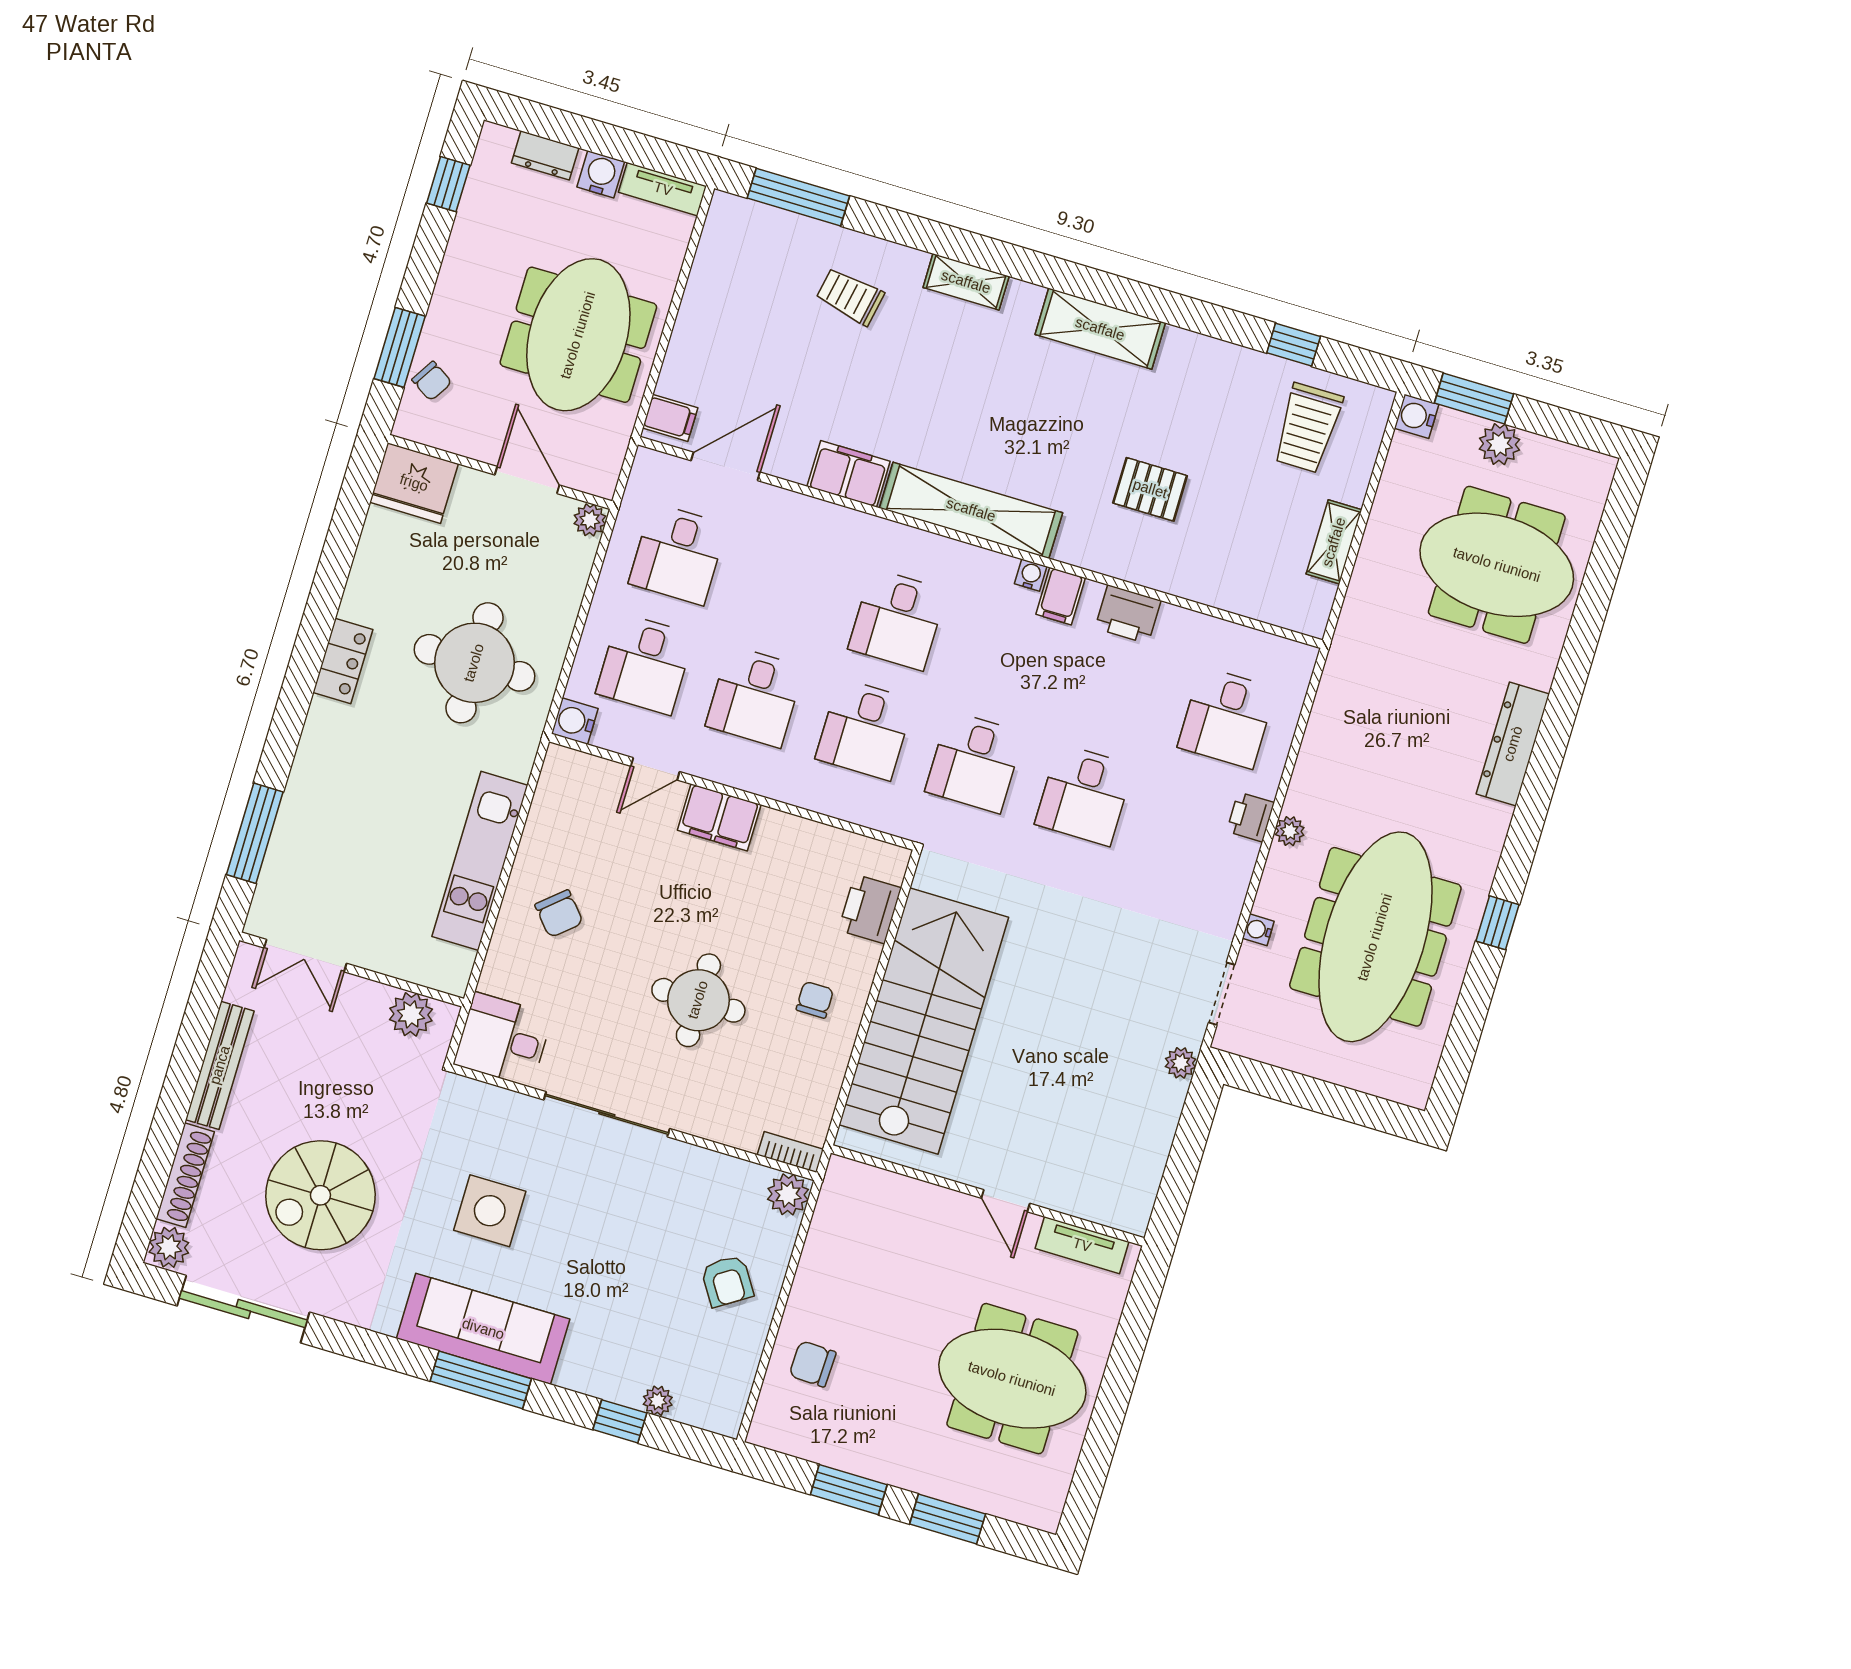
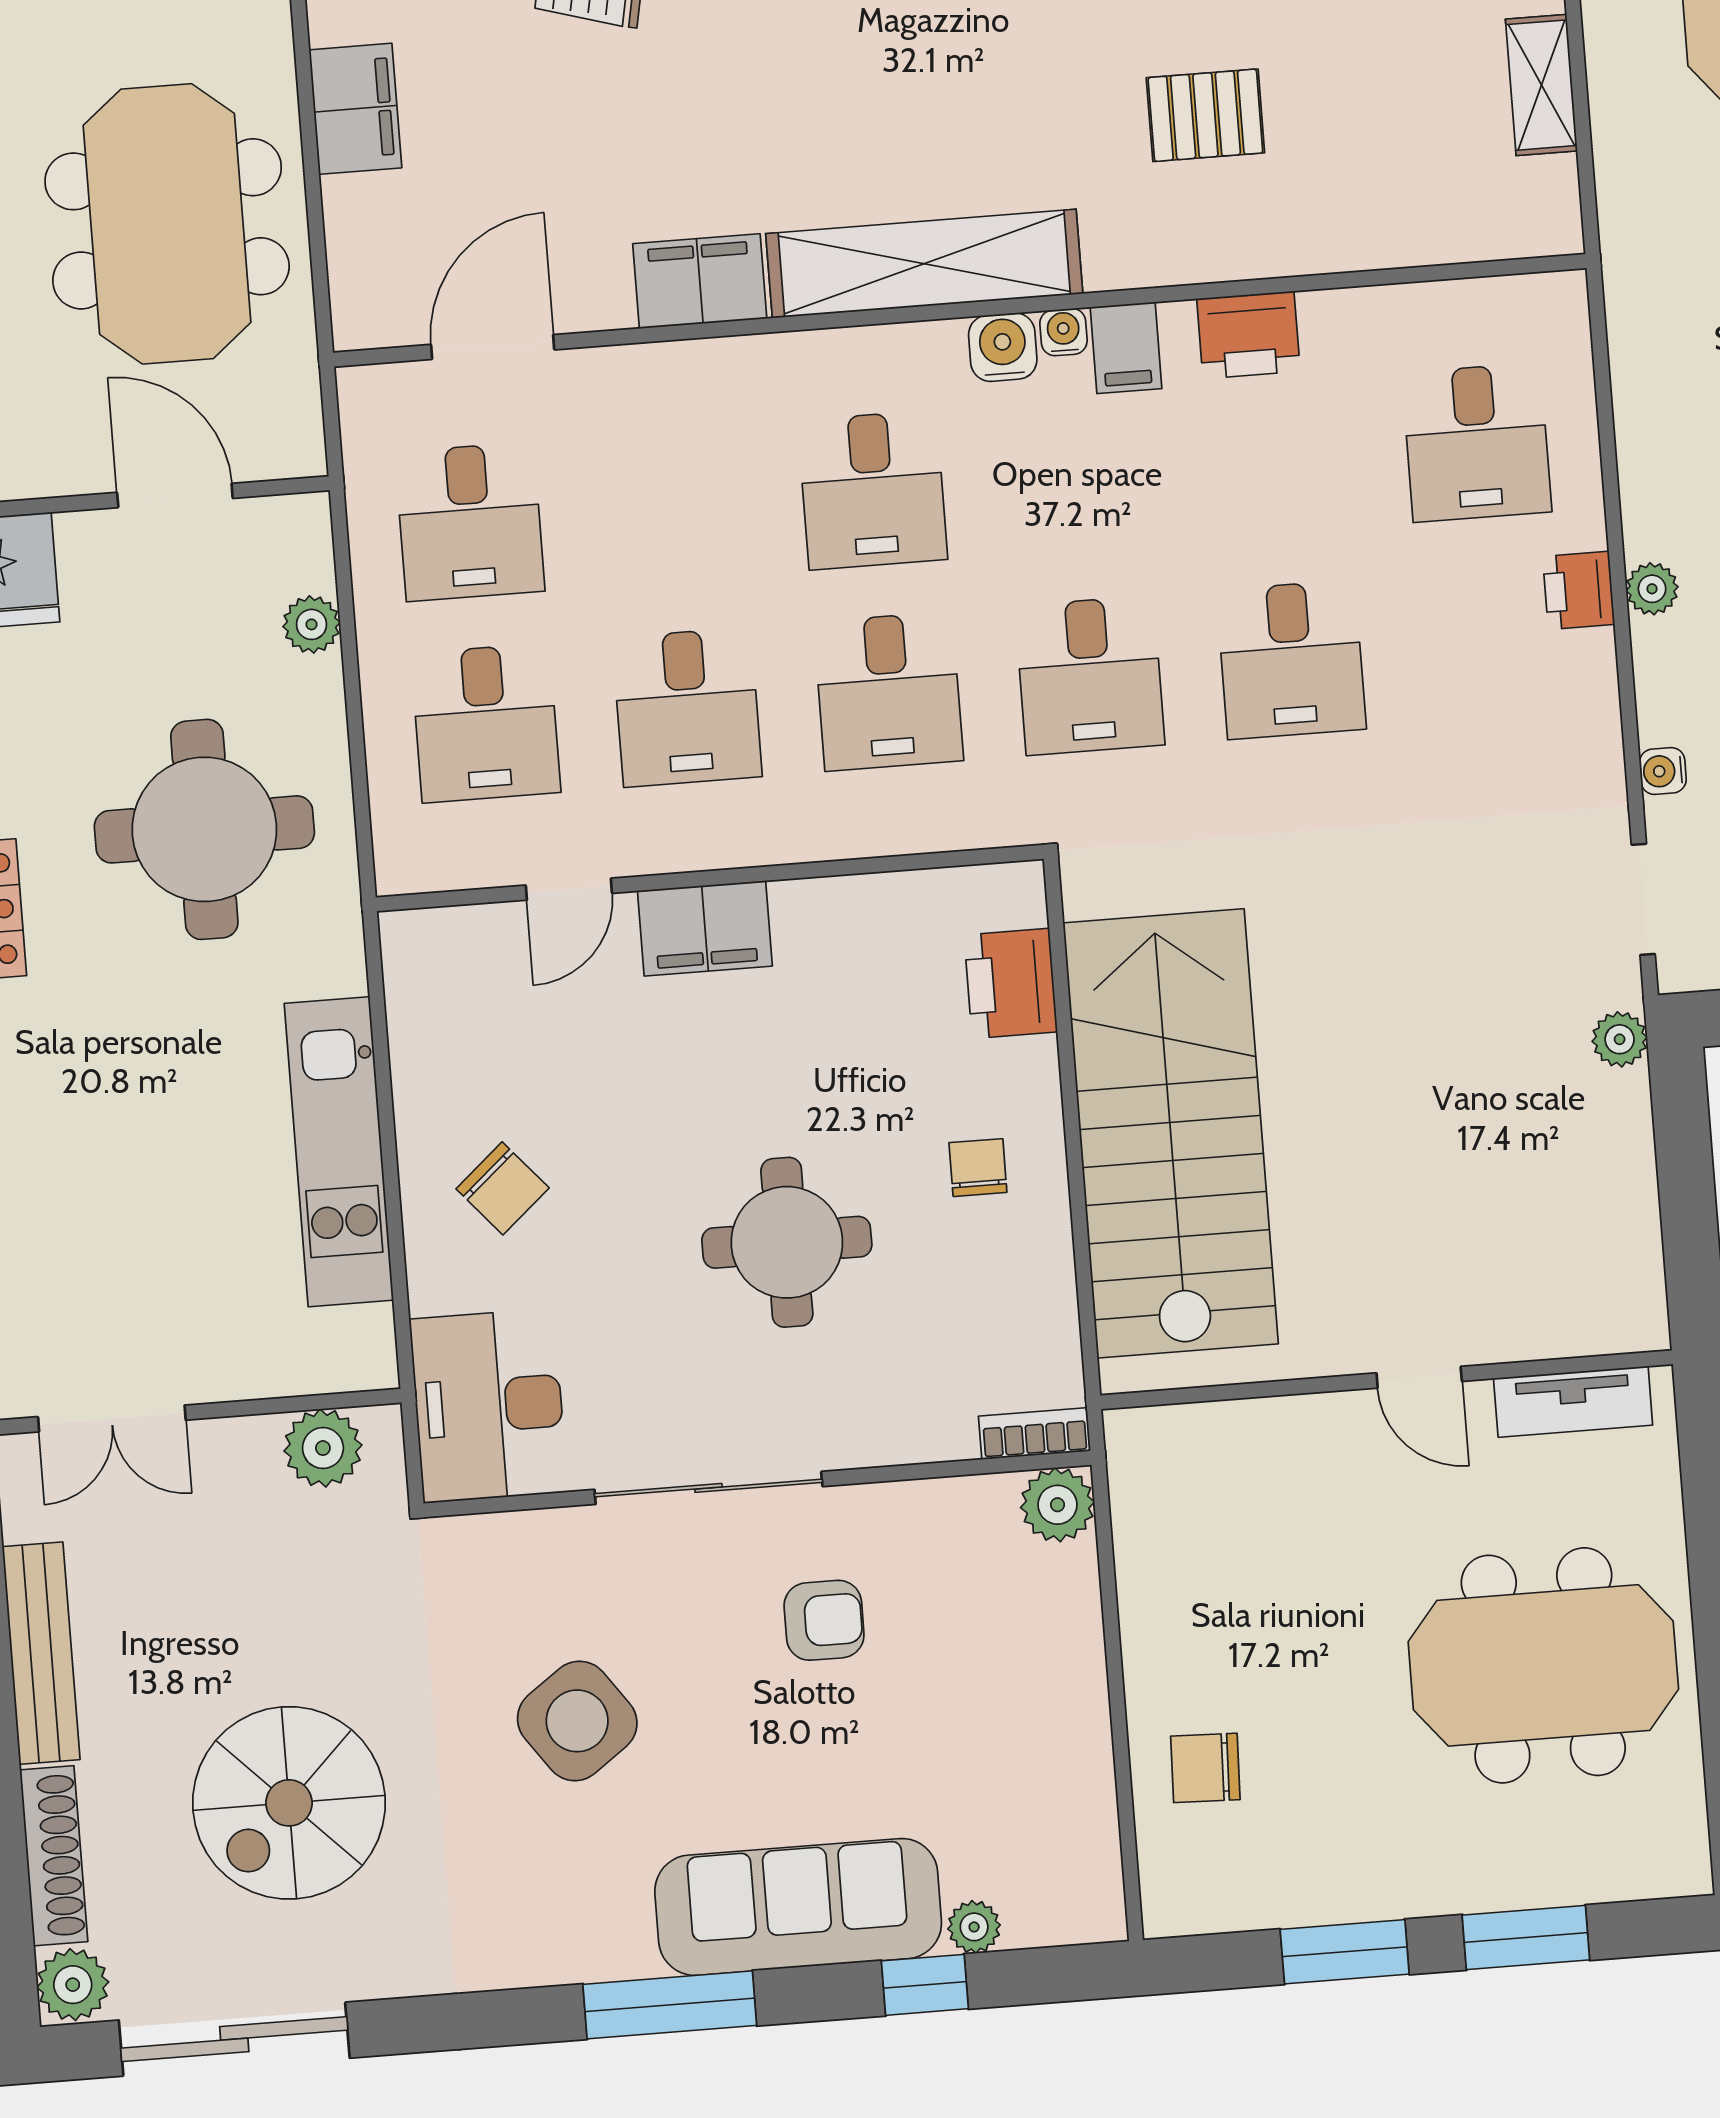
filing cabinet: (670, 418) -> (355, 109), moved, width x2.00
plant: (590, 520) -> (312, 624), moved
water cooler: (575, 721) -> (1003, 347), moved, turned 90
desk: (503, 1039) -> (489, 1406), width x1.37
side table: (490, 1211) -> (577, 1721), turned -36
armchair: (727, 1281) -> (824, 1620), moved, turned -57
sofa: (483, 1329) -> (798, 1907), moved

